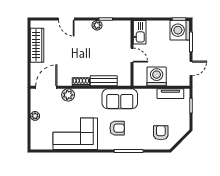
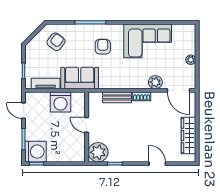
plant: (97, 25) -> (98, 152), moved, width x1.88, depth x1.88
kitchen sink: (140, 32) -> (79, 149), removed
door: (191, 68) -> (24, 111), hinge flipped
door: (46, 87) -> (179, 90), hinge flipped
sofa: (120, 99) -> (80, 78), moved
armchair: (117, 128) -> (103, 47), turned 90
armchair: (161, 133) -> (56, 42), turned -143

